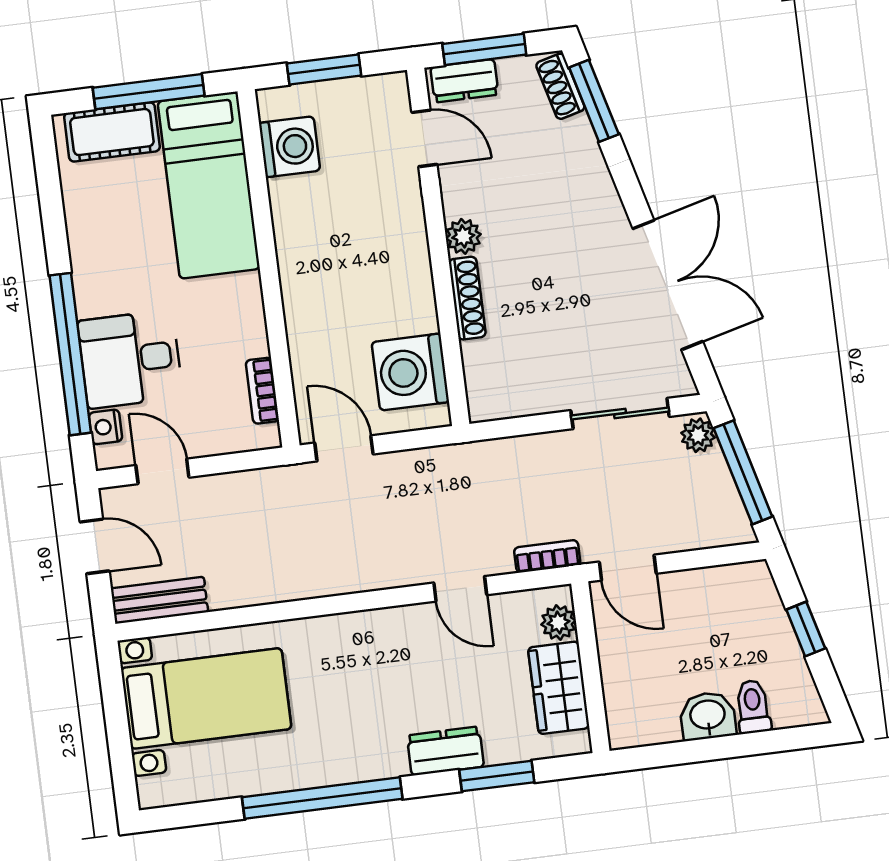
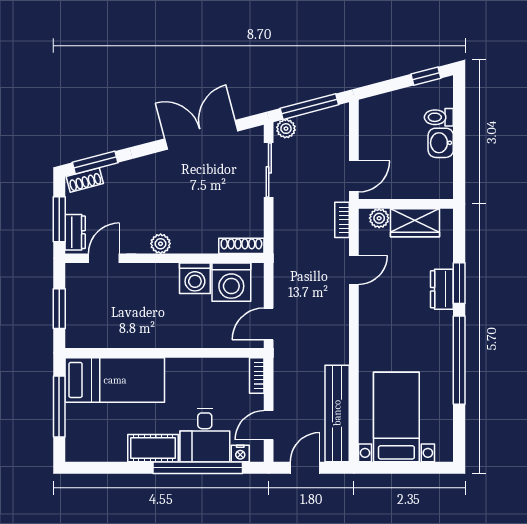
cot: (112, 132) -> (153, 448), moved, turned 90
washing machine: (290, 147) -> (195, 278), moved, turned 180
shoe rack: (467, 298) -> (241, 246), moved
bookcase: (262, 391) -> (257, 375), moved, turned 90
bench: (159, 600) -> (337, 413), width x1.86, depth x1.21
window: (806, 629) -> (426, 76), moved
window: (497, 776) -> (459, 283), moved

